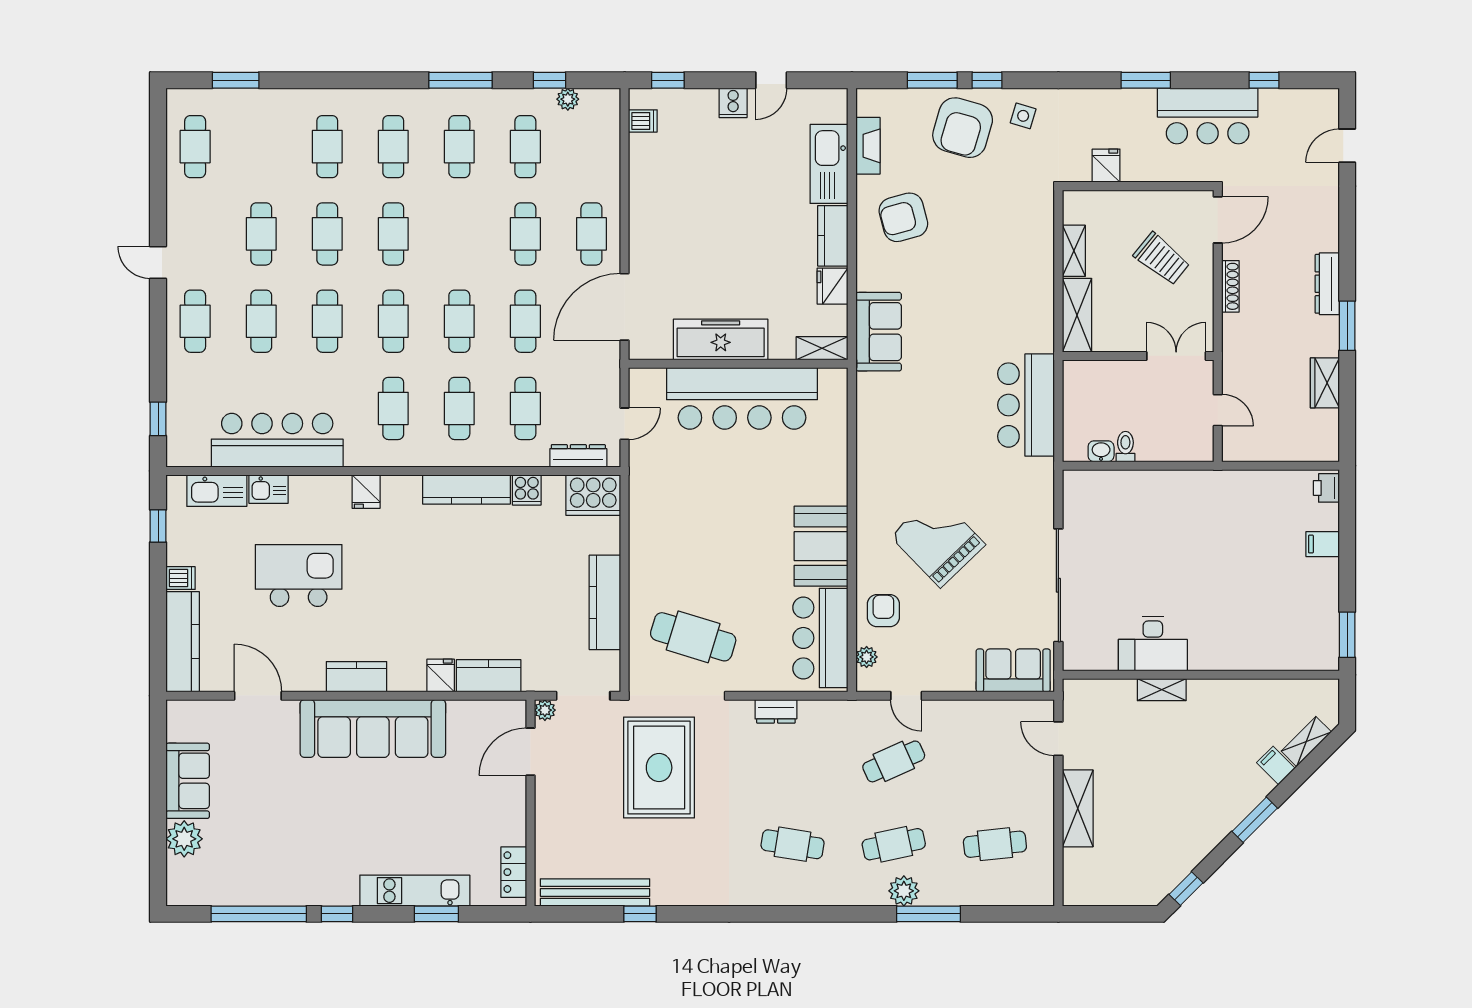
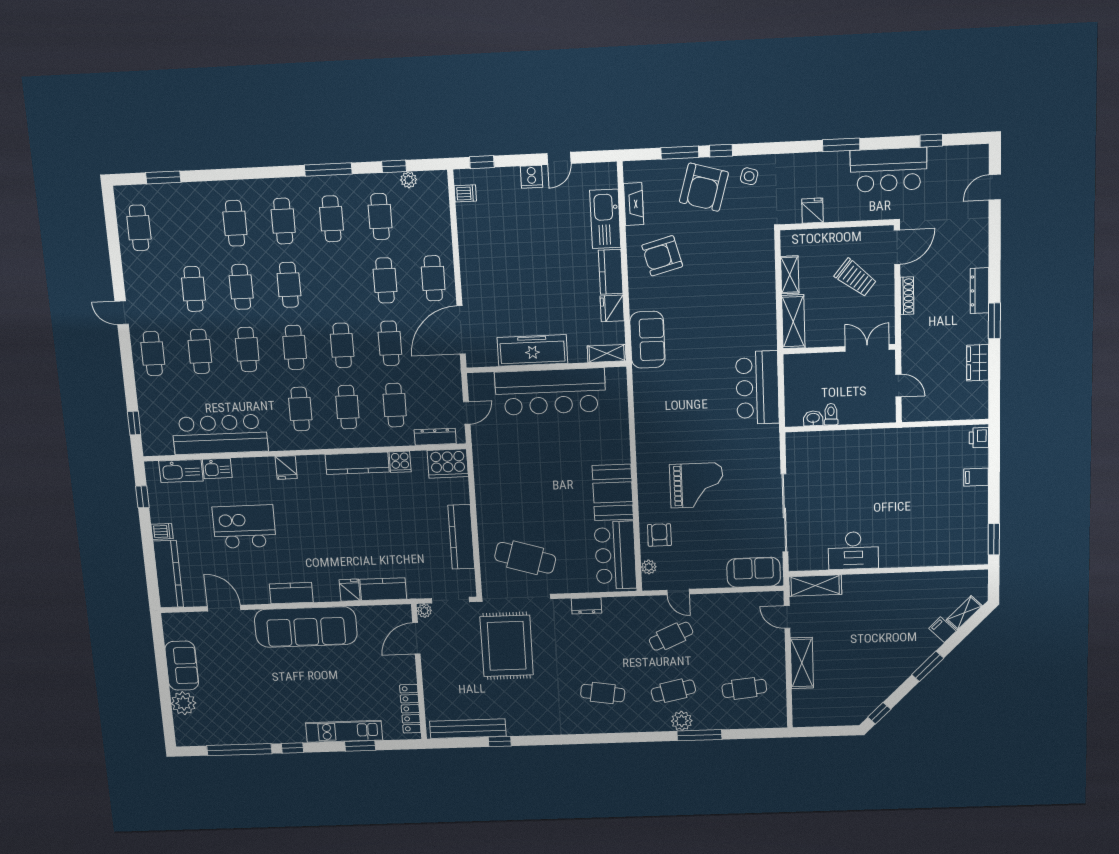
grand piano: (938, 540) -> (697, 485), turned 134
shelving: (1162, 690) -> (815, 586), moved, width x1.50, depth x1.33
locker: (514, 872) -> (410, 709), width x1.53

